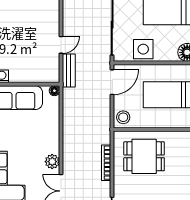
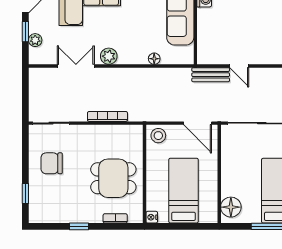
side table: (143, 49) -> (234, 158), removed
floor lamp: (54, 91) -> (154, 59), moved
dining table: (144, 156) -> (113, 178), moved, turned 90

